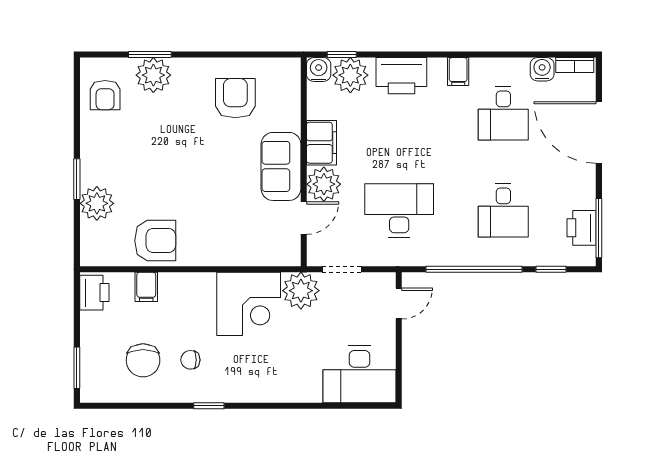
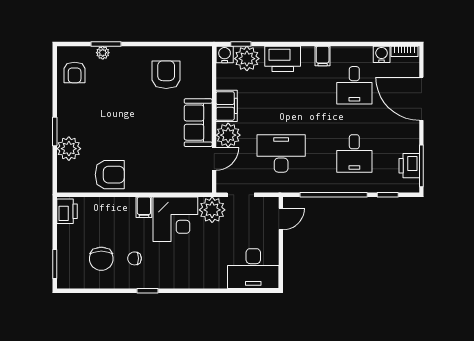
plant: (153, 75) -> (103, 53), width x0.53, depth x0.53
filing cabinet: (146, 287) -> (144, 207), moved

